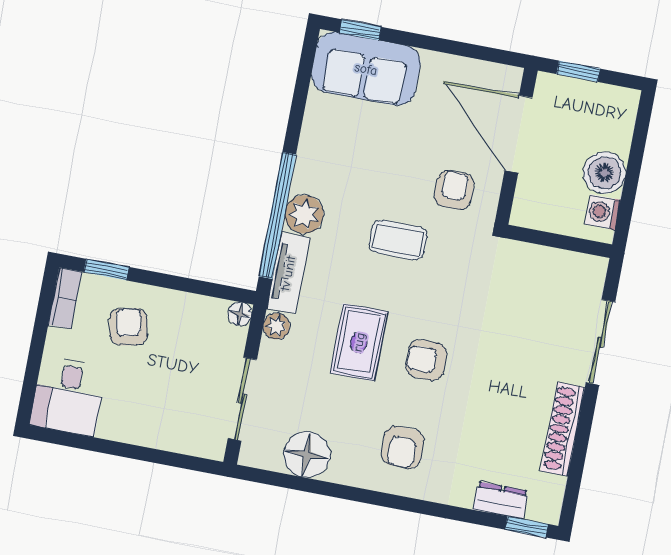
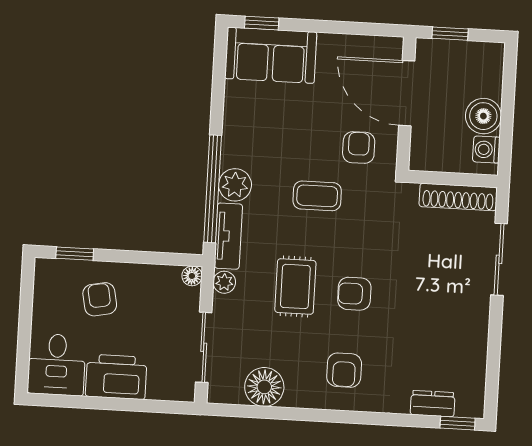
bookcase: (65, 298) -> (43, 282), removed
printer: (136, 420) -> (116, 377), added
shoe rack: (563, 429) -> (458, 197), moved, turned -90

